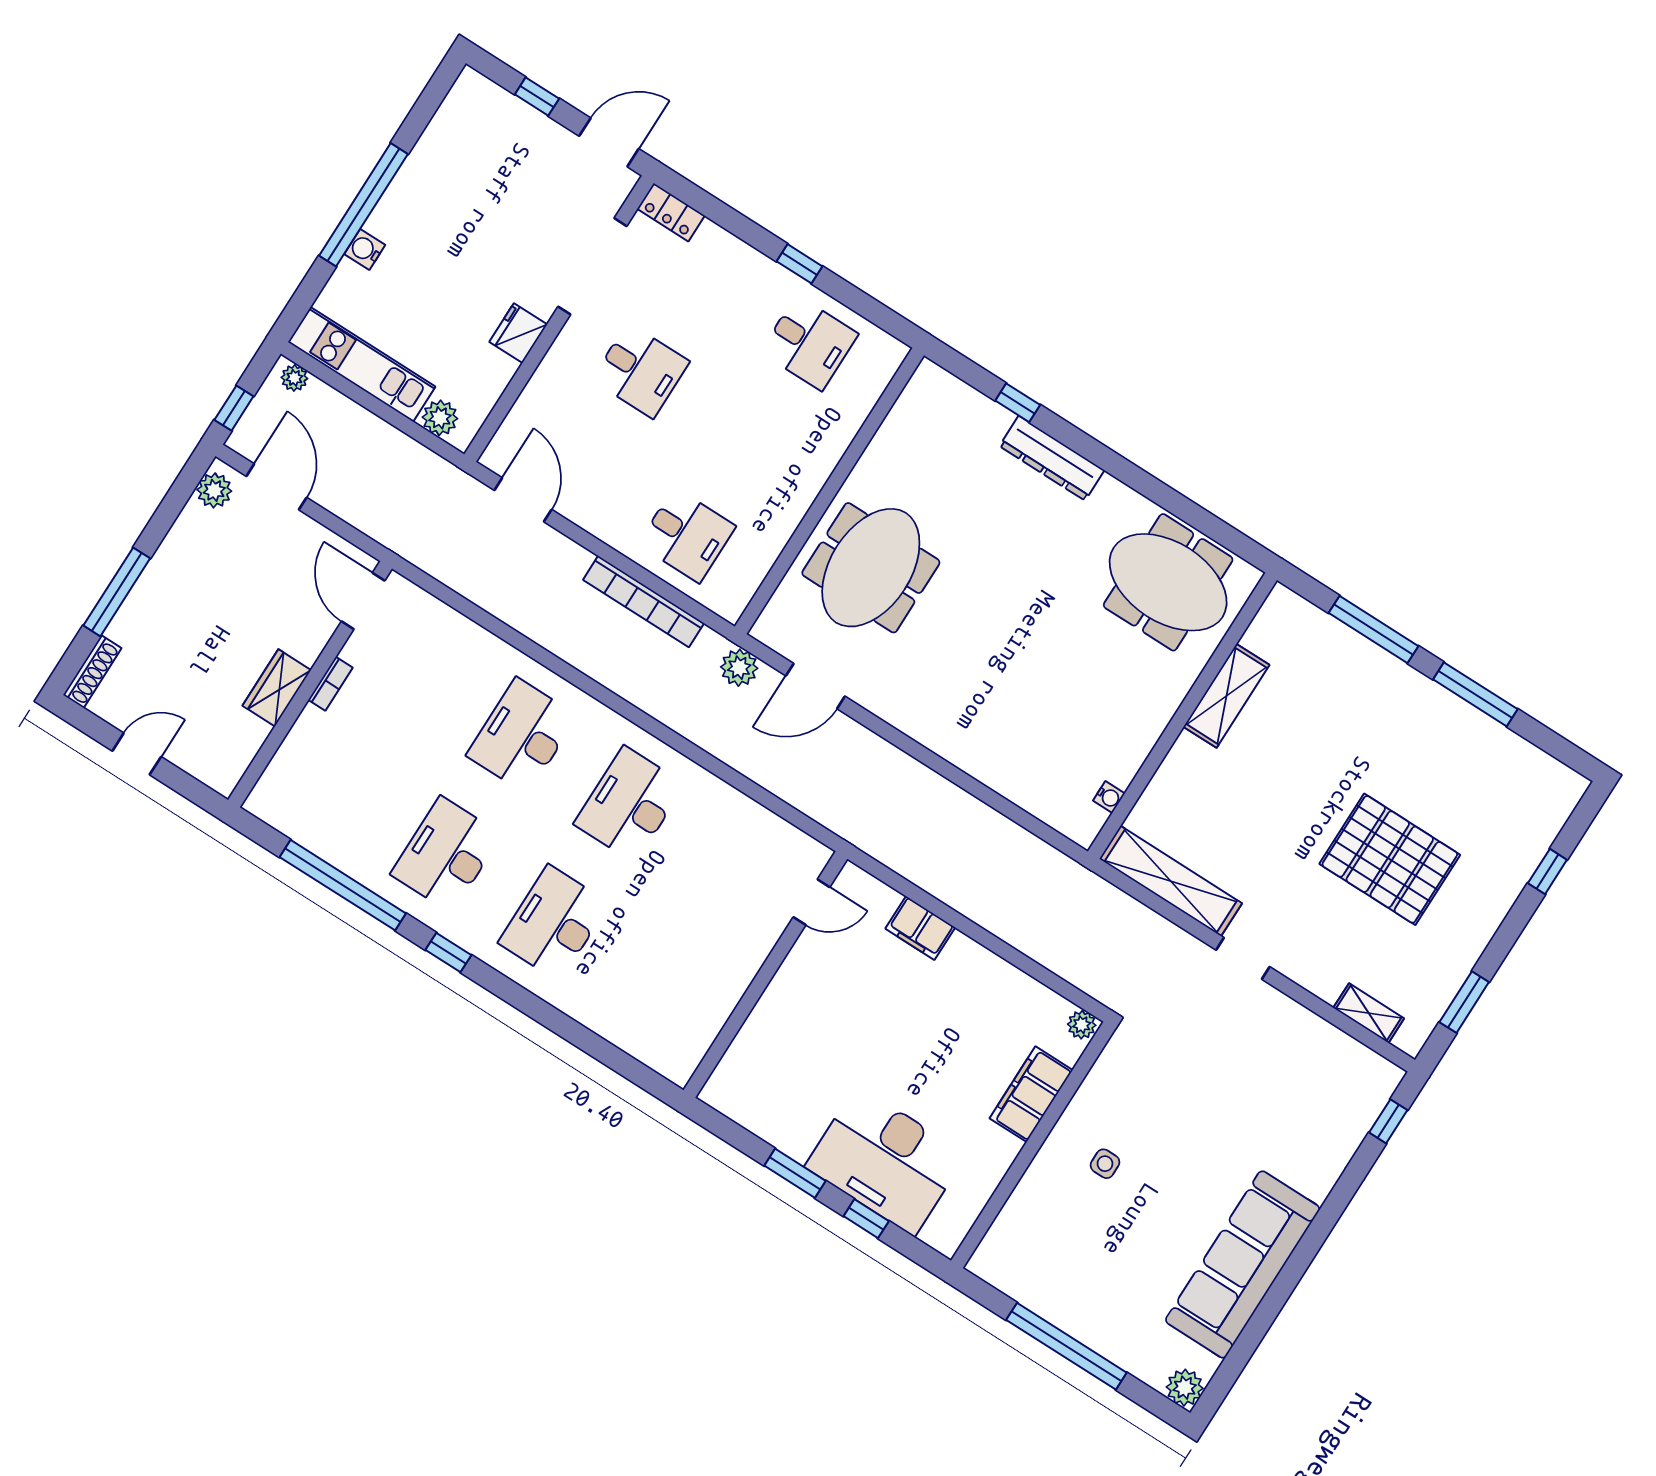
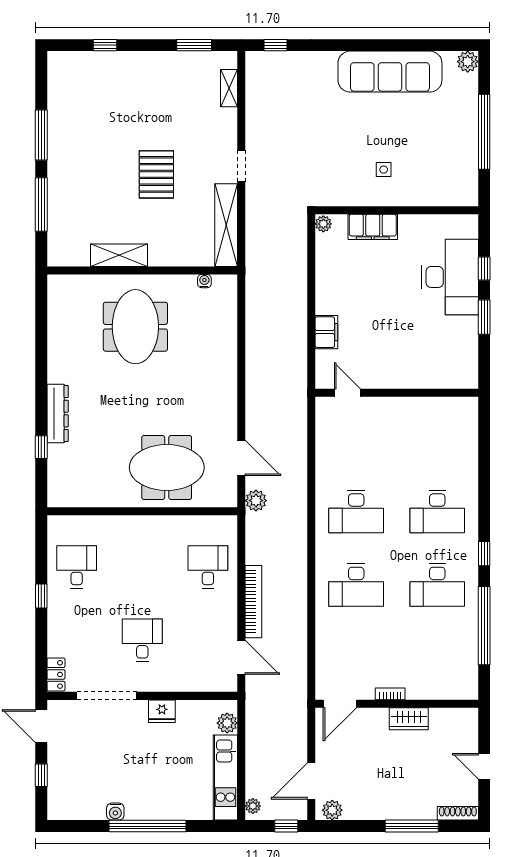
water cooler: (365, 249) -> (115, 812), moved
door: (523, 500) -> (241, 657), swing flipped
meeting table: (1168, 582) -> (135, 327), moved
bookcase: (644, 602) -> (253, 602), moved
pallet: (1390, 859) -> (156, 174), moved, width x0.73, depth x0.71

